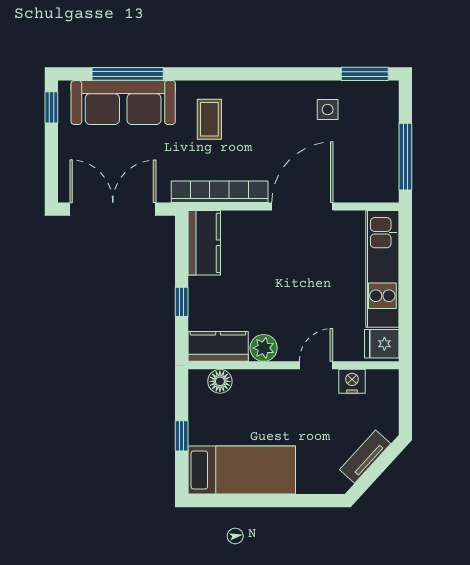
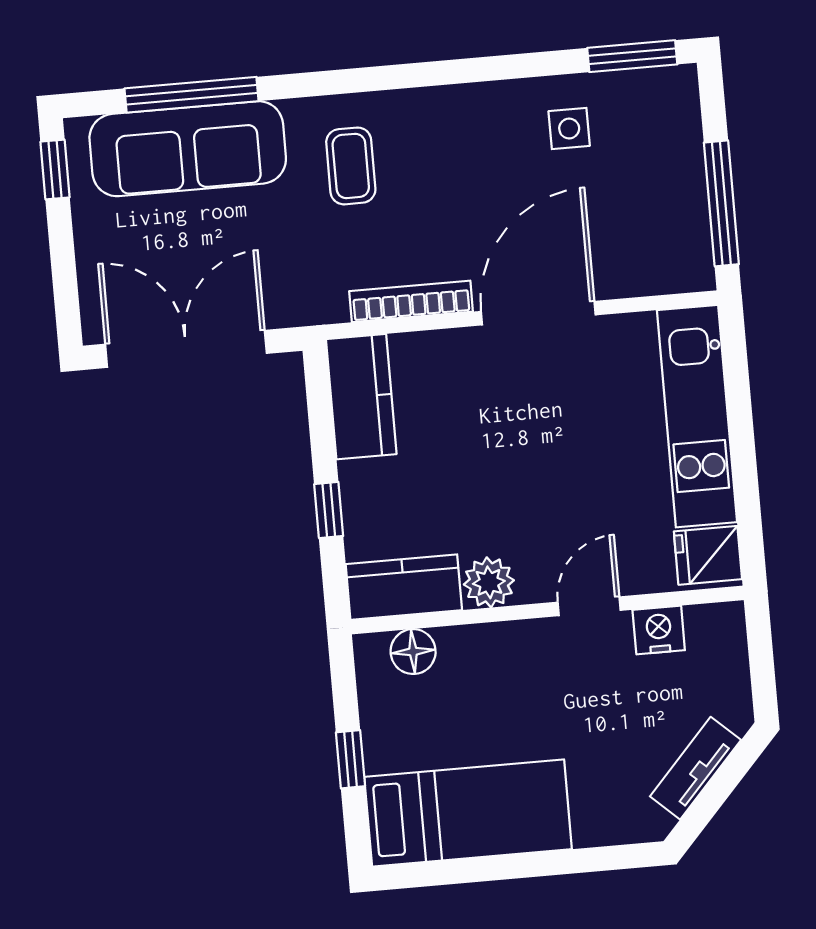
bookcase: (220, 192) -> (411, 301), width x0.68, depth x0.76

